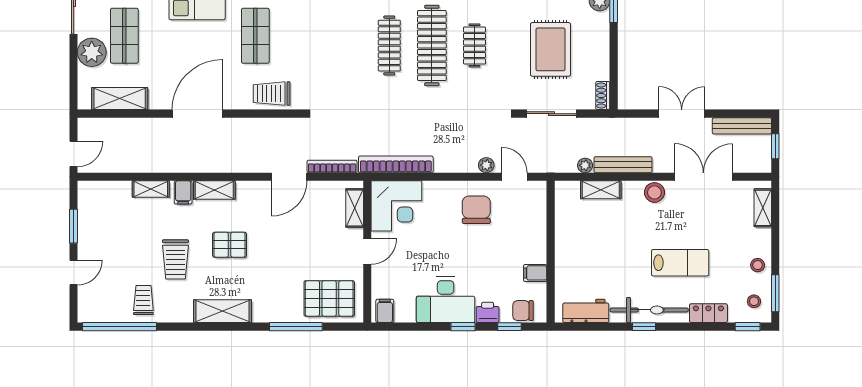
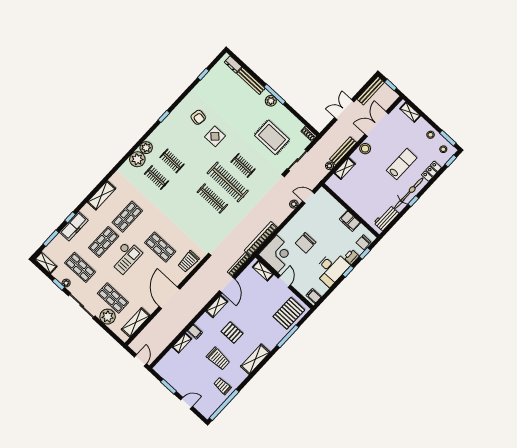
shelving: (214, 190) -> (217, 306), moved
chair: (476, 210) -> (306, 243), moved, turned -90
pallet: (230, 245) -> (232, 333), turned 90
door: (74, 273) -> (187, 403), hinge flipped
filing cabinet: (535, 273) -> (350, 221), width x2.00

